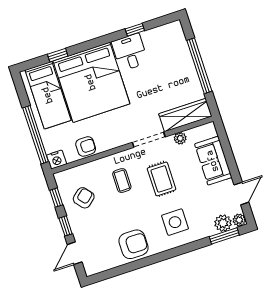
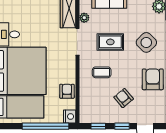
armchair: (84, 198) -> (124, 98), moved
side table: (175, 222) -> (146, 42), turned 45

